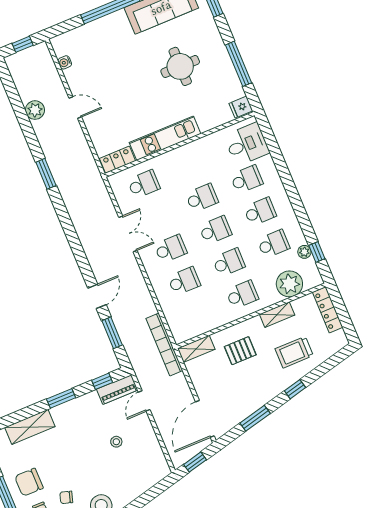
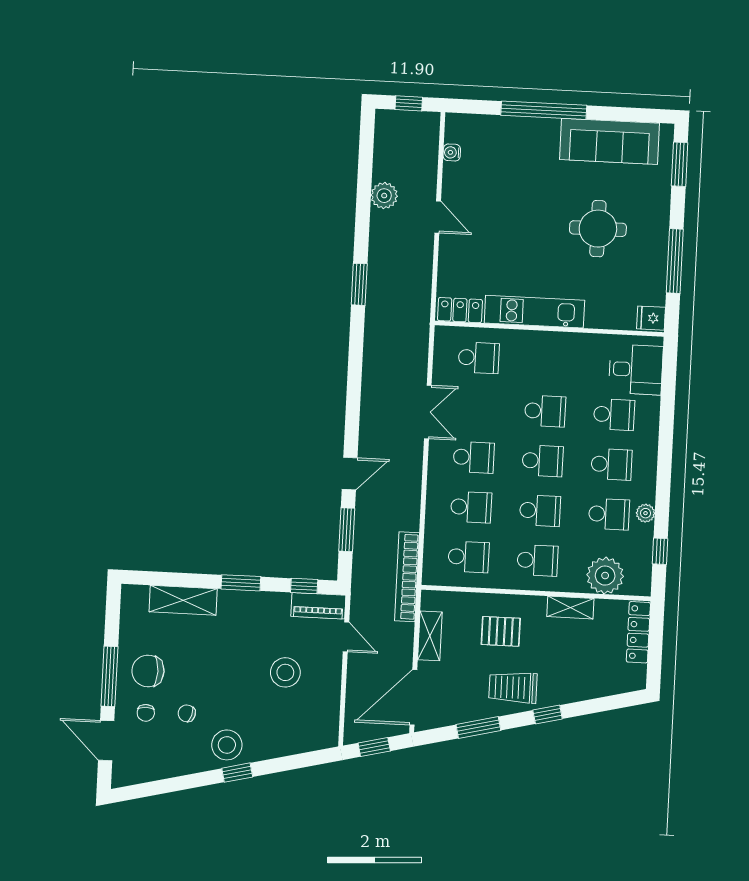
plant: (304, 252) -> (646, 513), moved
school desk: (197, 313) -> (469, 557), added
shelving: (196, 349) -> (430, 636), moved, turned 90
trolley: (294, 352) -> (513, 687), moved
door: (144, 401) -> (346, 637), swing flipped
stool: (116, 442) -> (285, 672), width x1.89, depth x1.89

